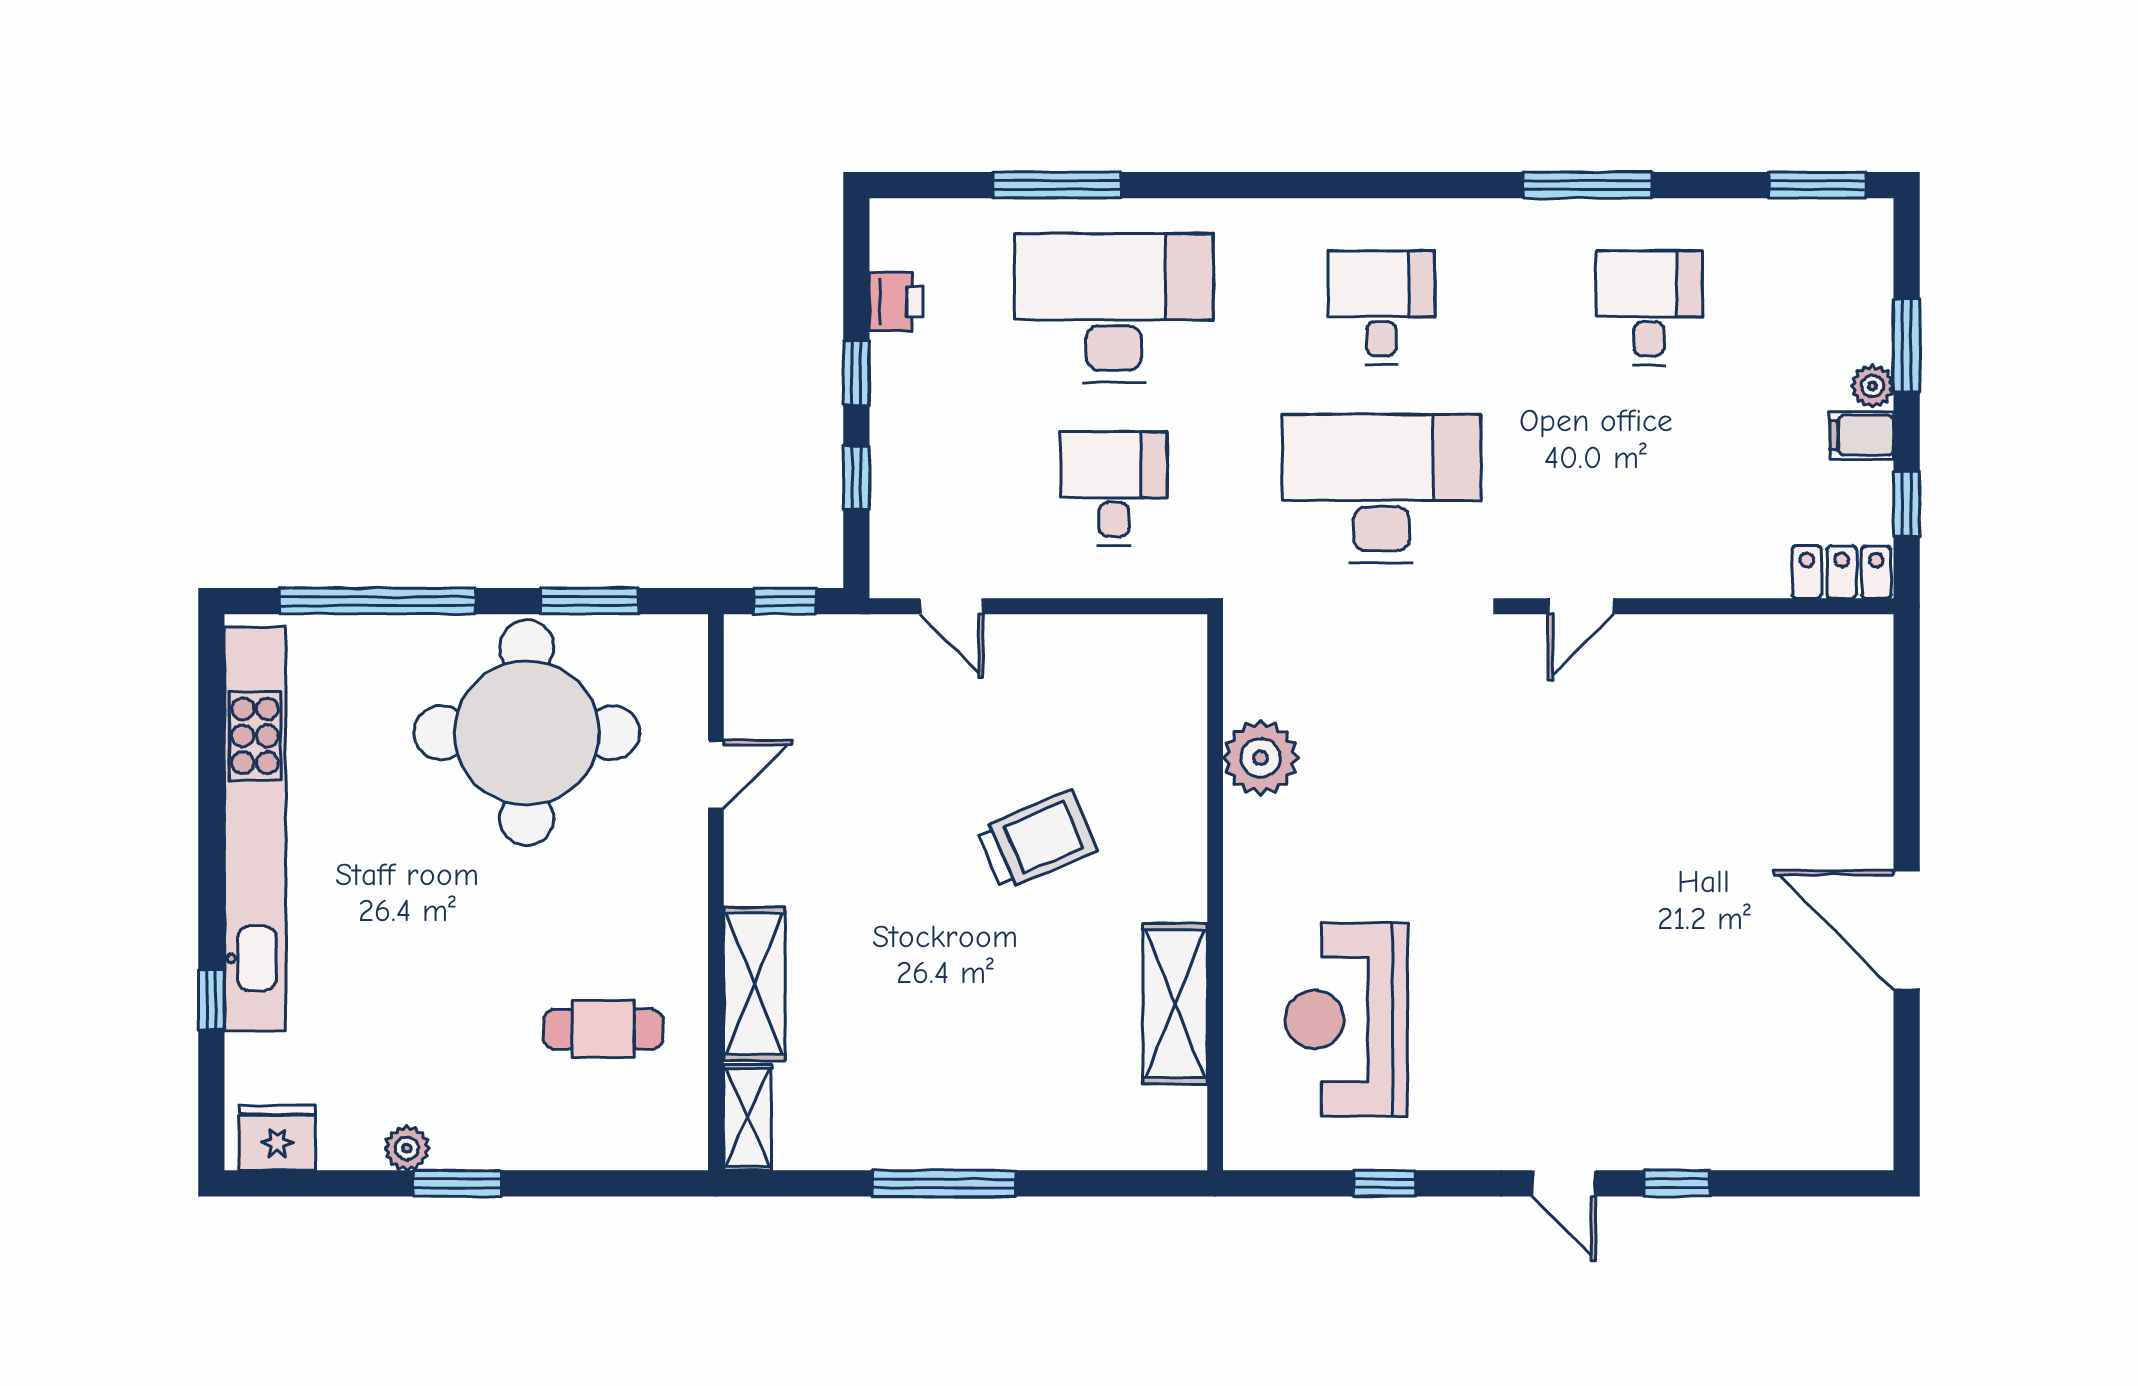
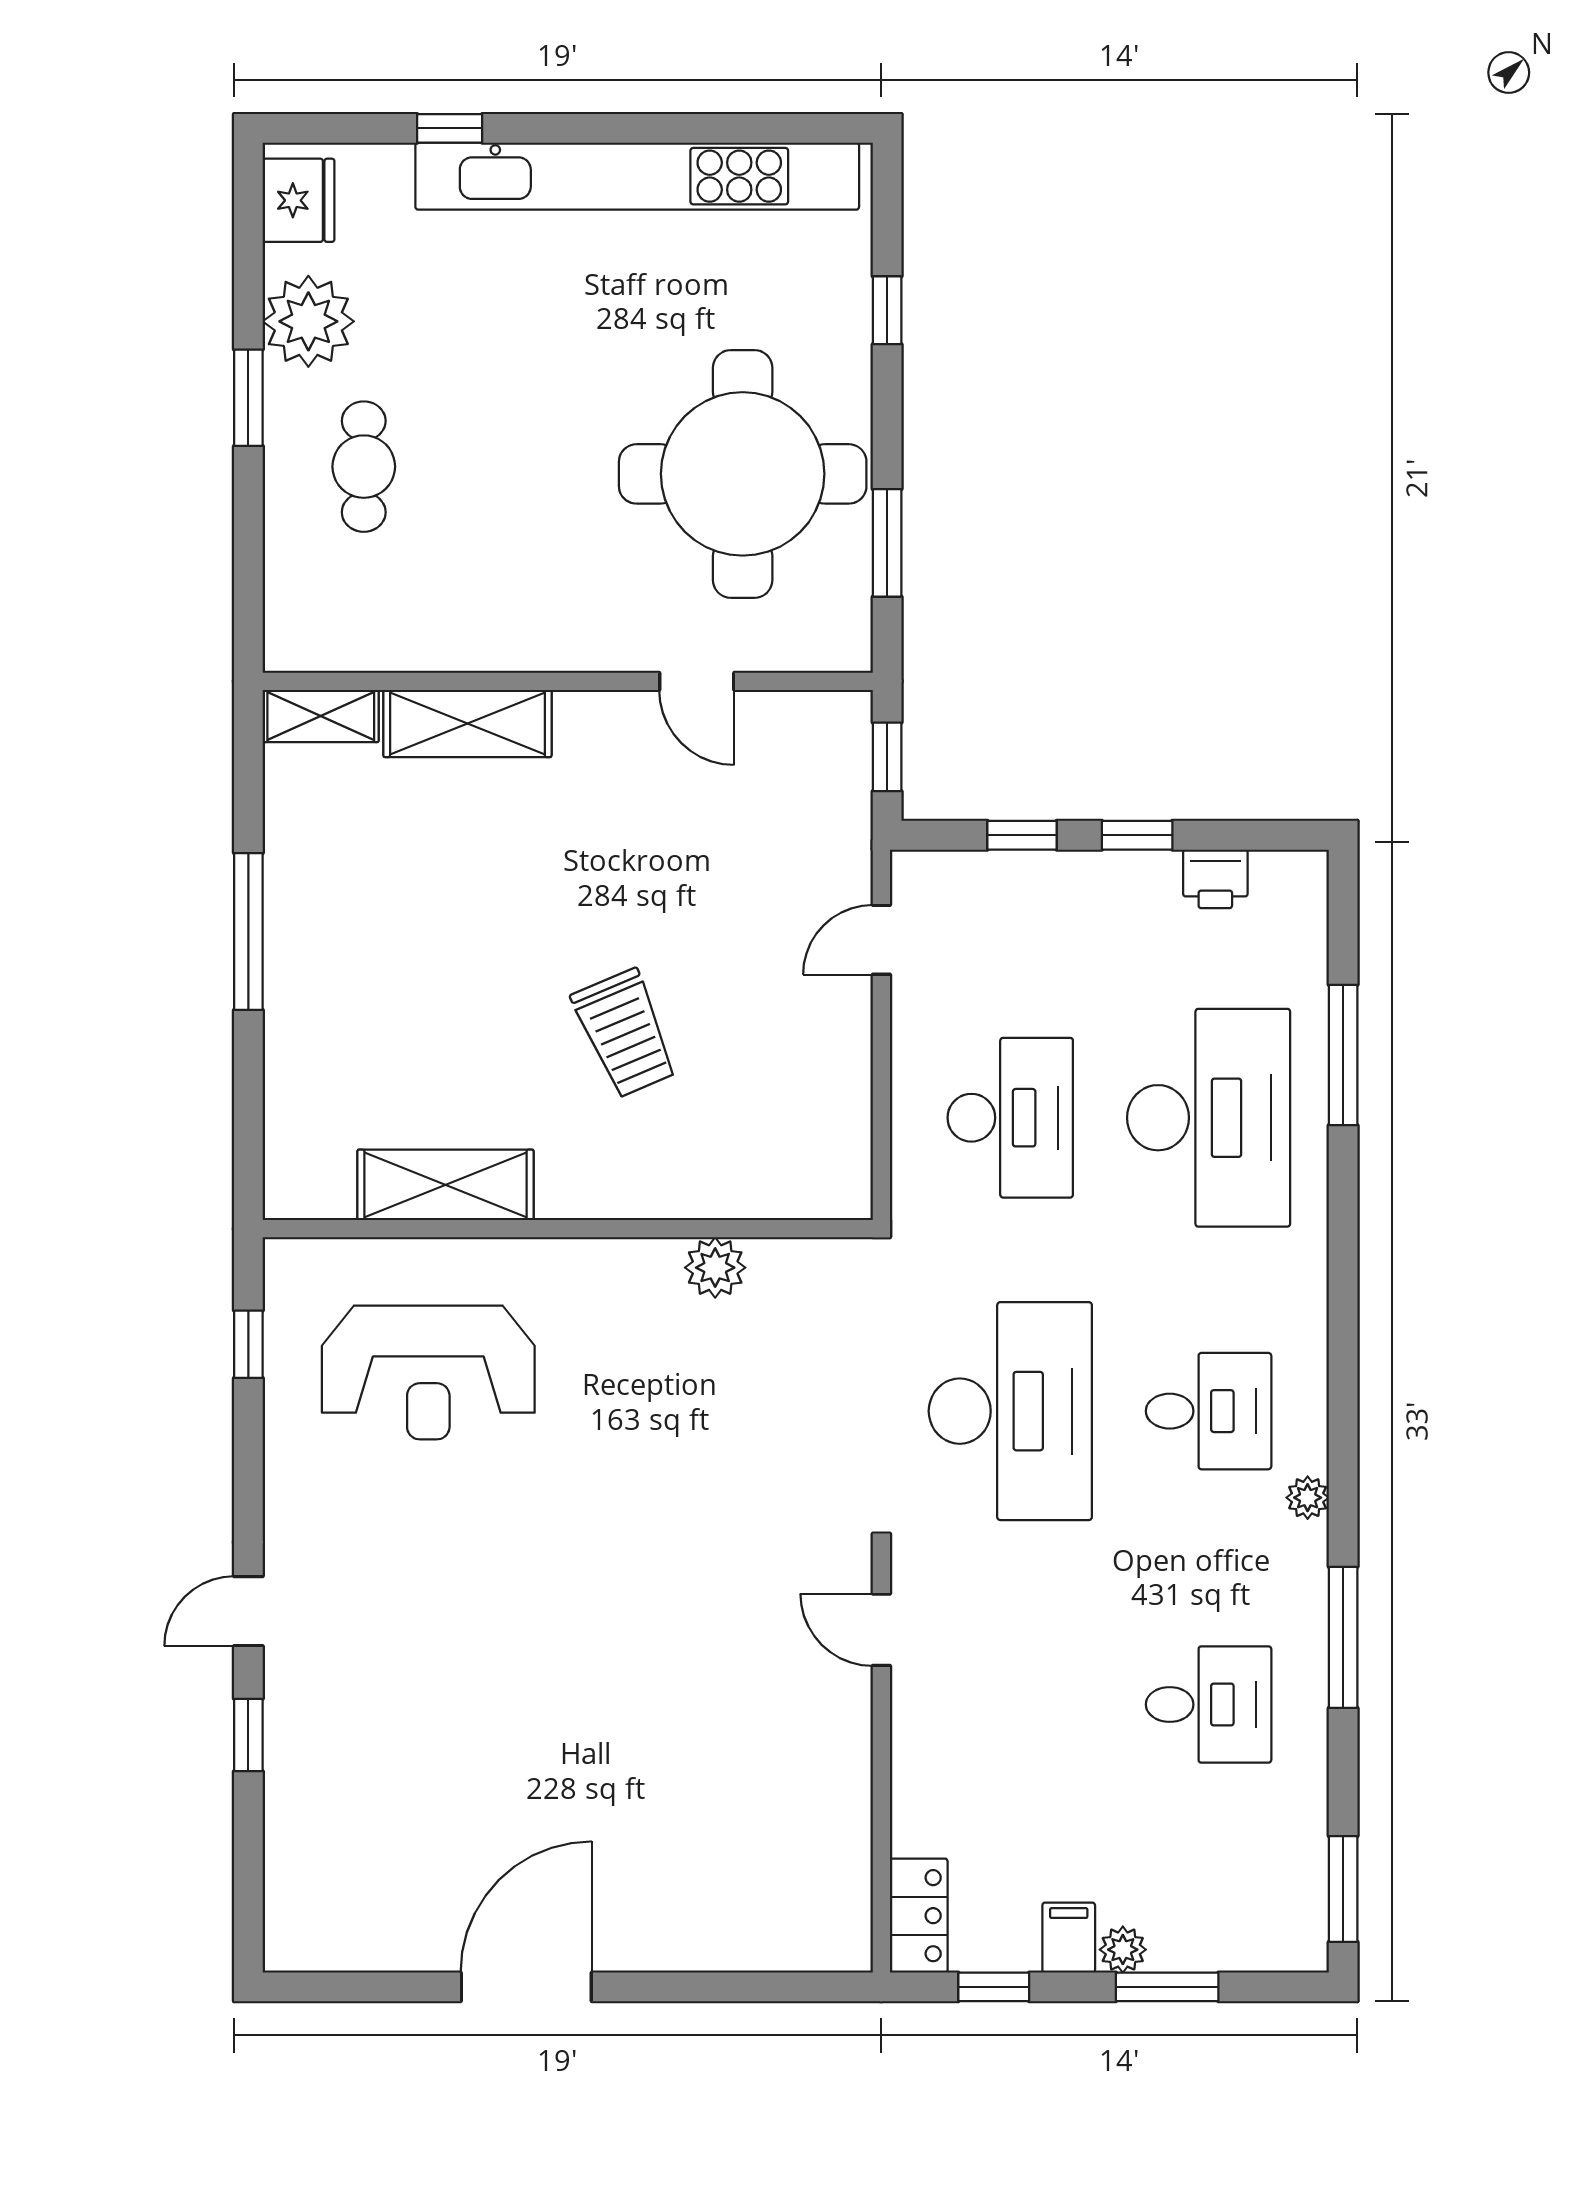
plant: (1460, 217) -> (1308, 1498), added
desk: (1114, 489) -> (1010, 1118), width x1.37
window: (377, 601) -> (887, 310), width x0.32
plant: (1261, 758) -> (715, 1268), width x0.73, depth x0.73
reception desk: (1346, 1019) -> (428, 1372), turned 180
cafe table: (603, 1029) -> (364, 467), moved
plant: (407, 1148) -> (308, 321), width x1.87, depth x1.87
window: (1384, 1183) -> (248, 1344), moved

